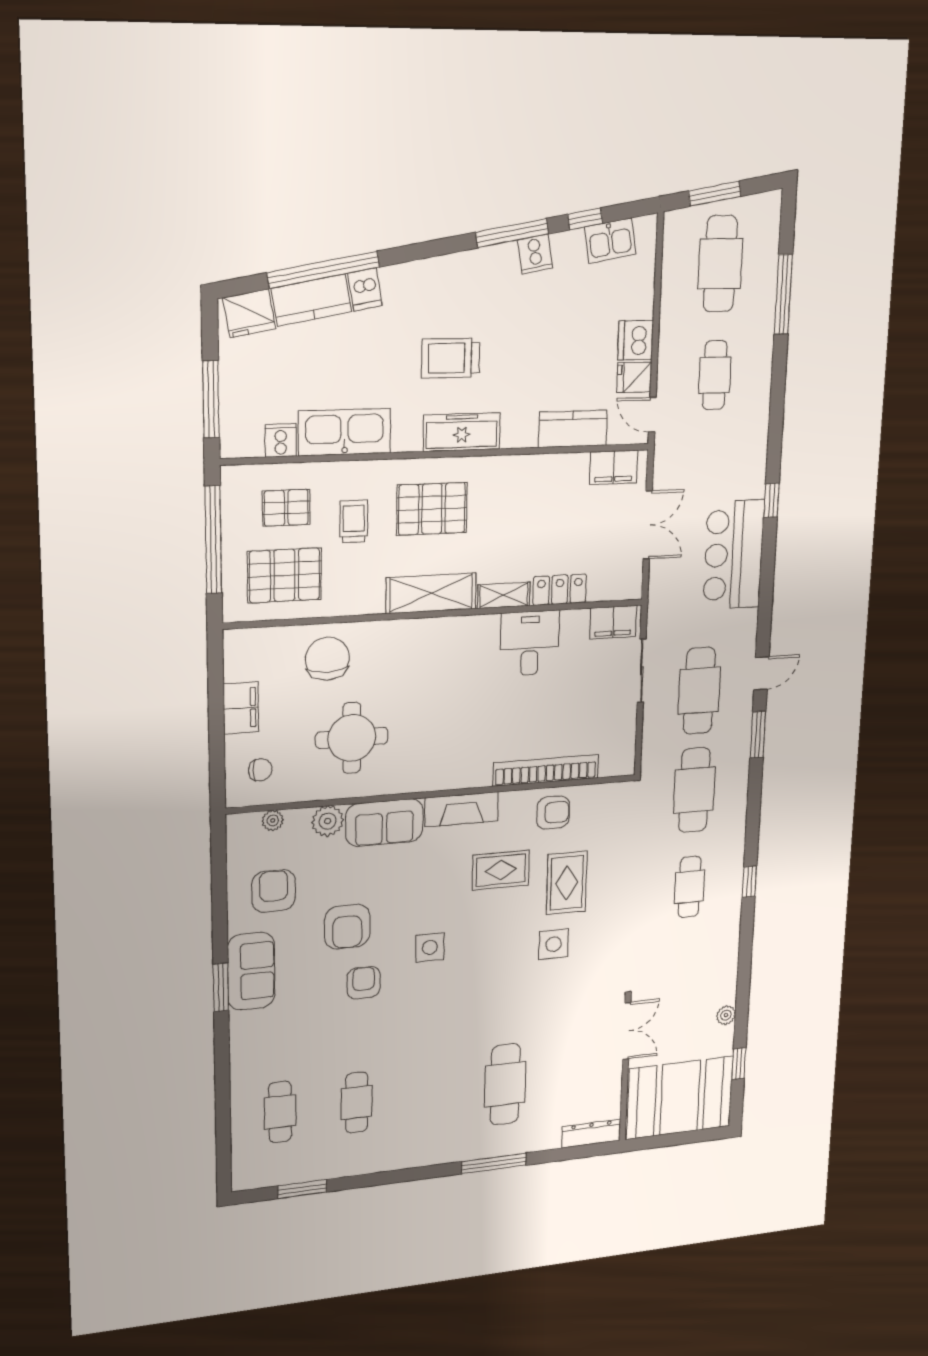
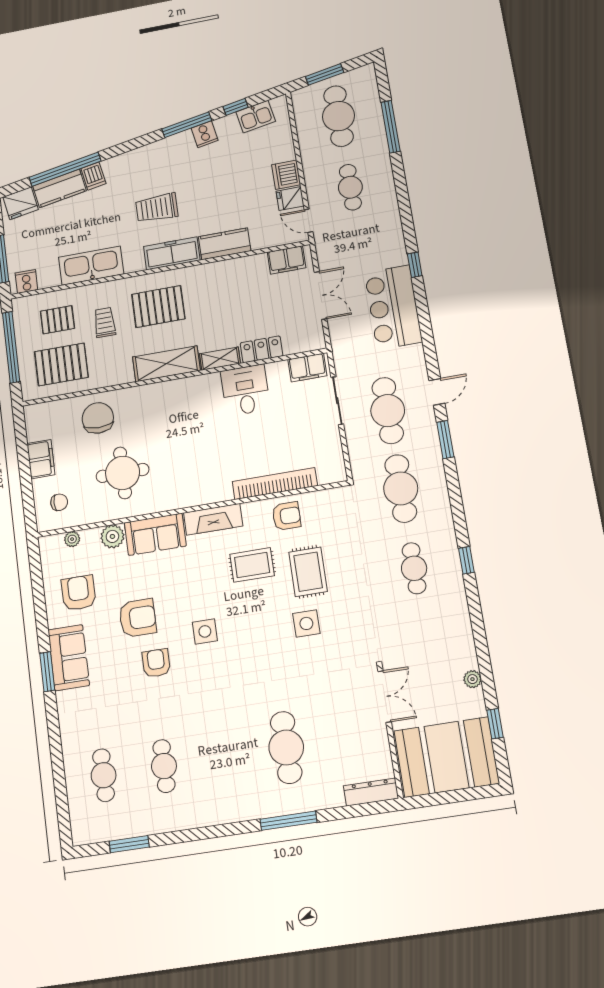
kitchen counter: (573, 429) -> (225, 244), moved
cooker: (281, 440) -> (26, 281), moved
armchair: (347, 927) -> (138, 618), turned -90

